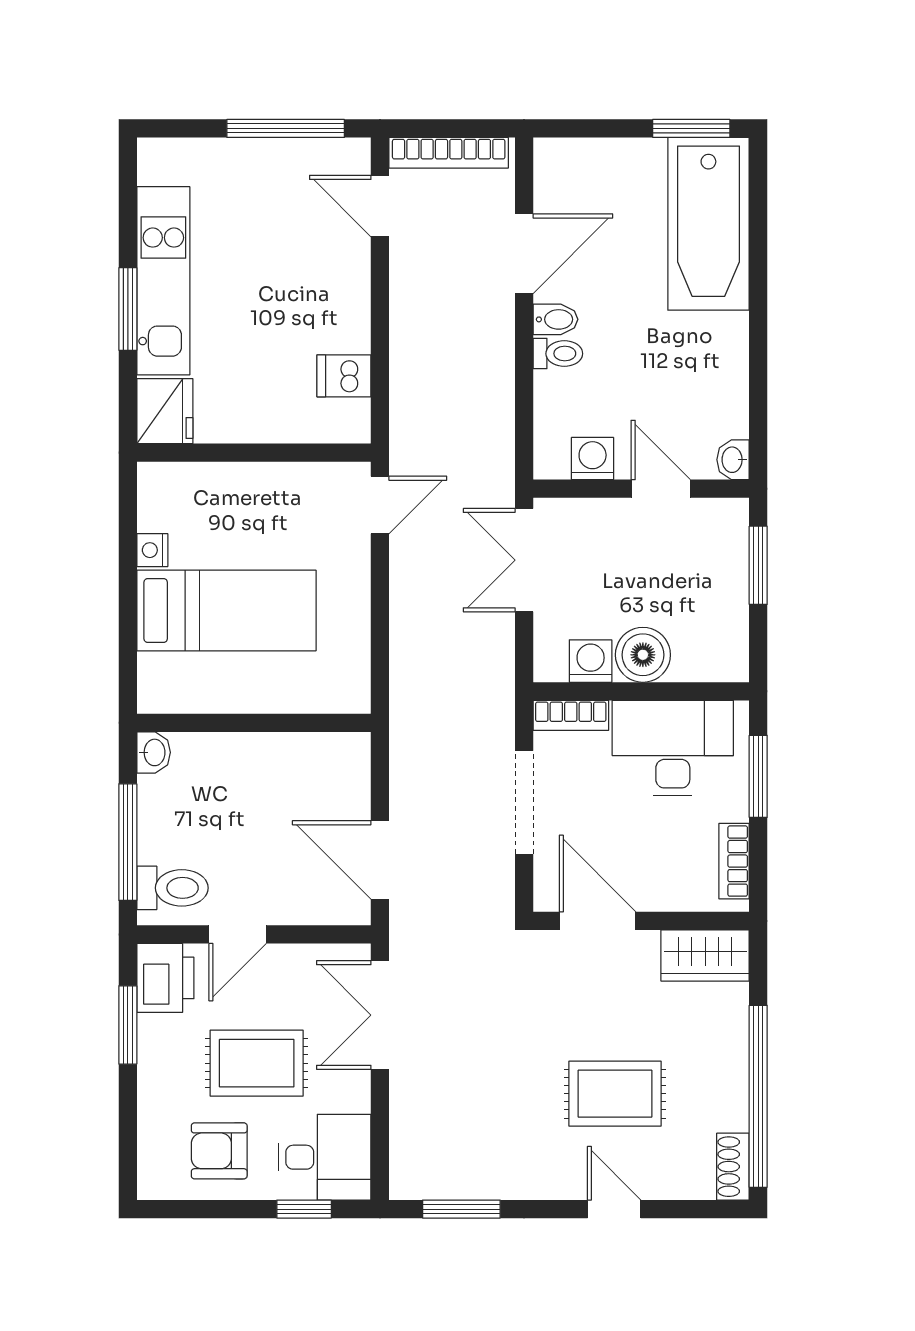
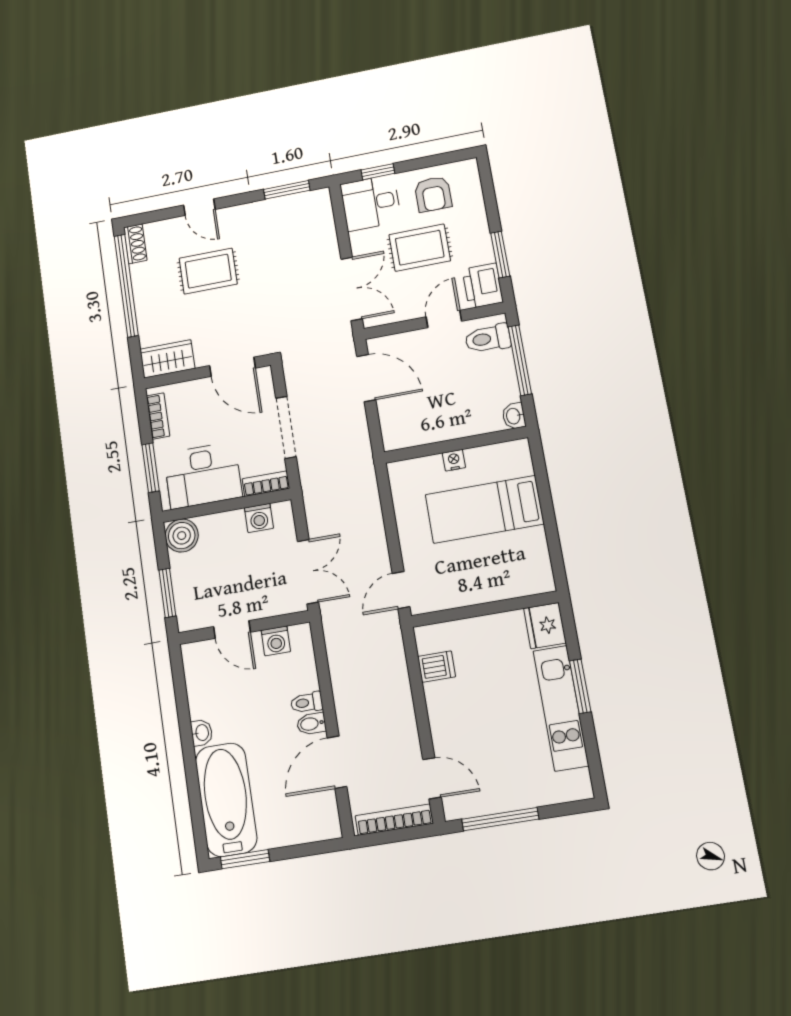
washbasin: (733, 460) -> (202, 733), moved
nightstand: (152, 550) -> (454, 460), moved, turned -90
boiler: (643, 655) -> (182, 536), moved
armchair: (219, 1151) -> (433, 194), turned 90

